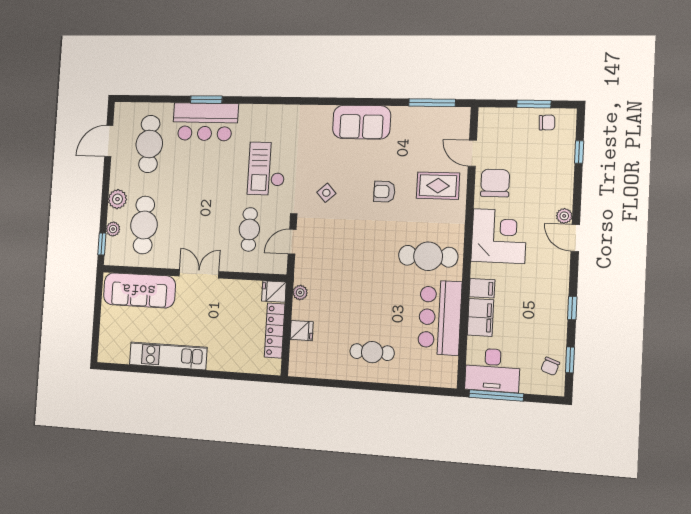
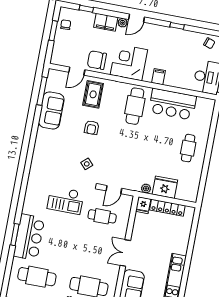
sofa: (362, 122) -> (51, 110), moved
door: (292, 242) -> (114, 190), hinge flipped
filing cabinet: (480, 317) -> (106, 22), moved, turned 180
fridge: (302, 331) -> (165, 187), width x1.88, depth x1.34
window: (570, 360) -> (207, 32), removed

